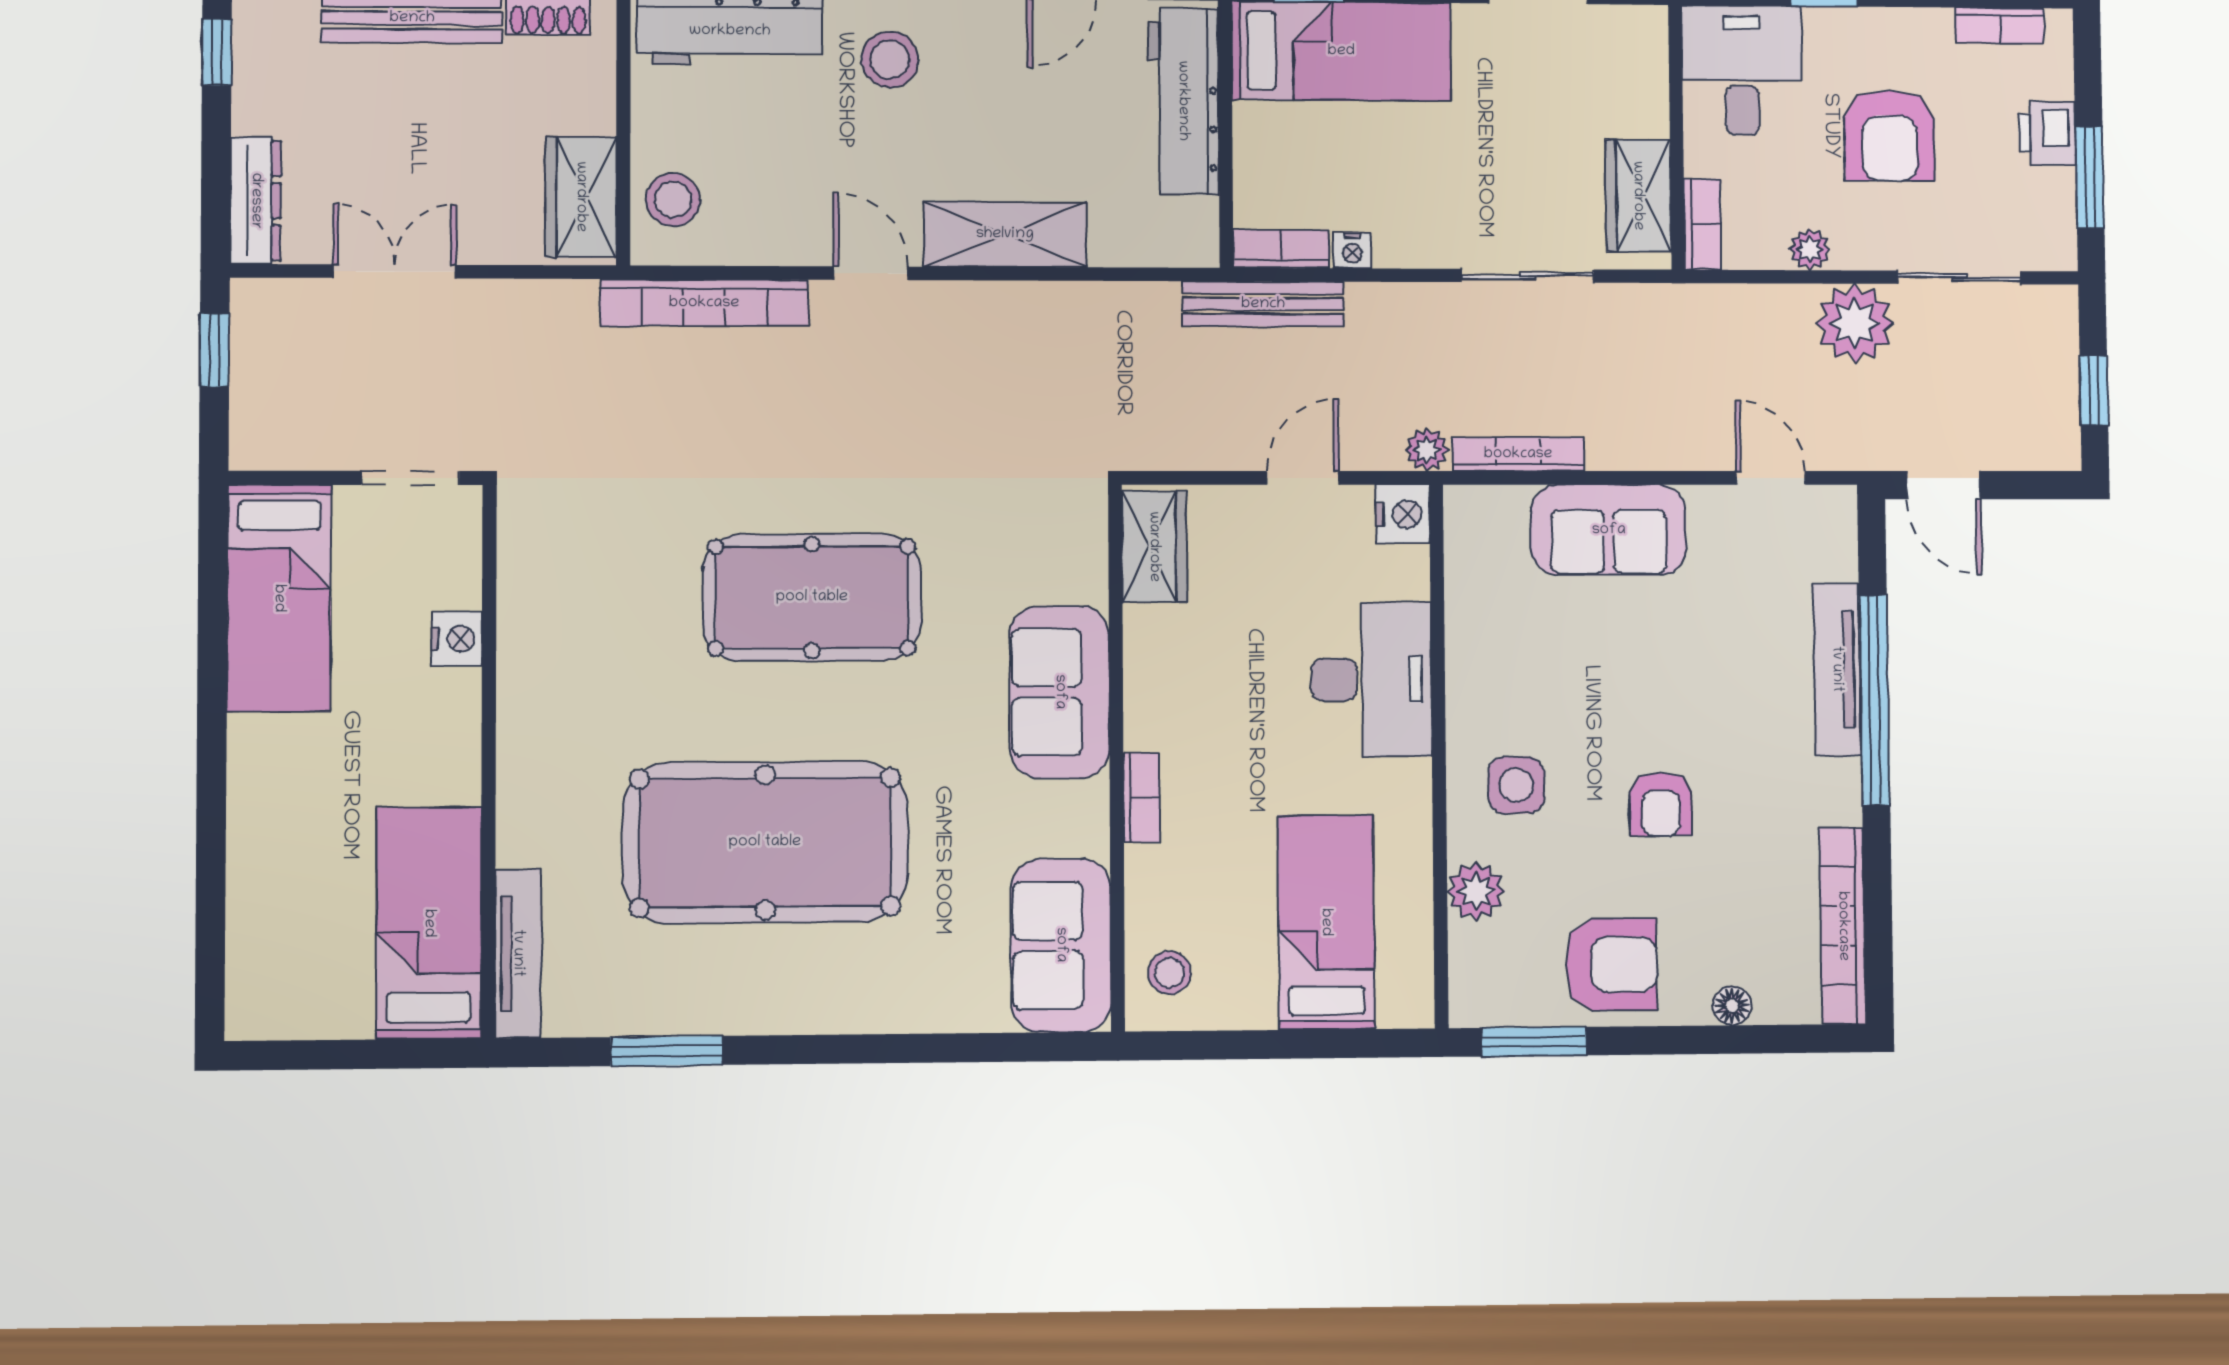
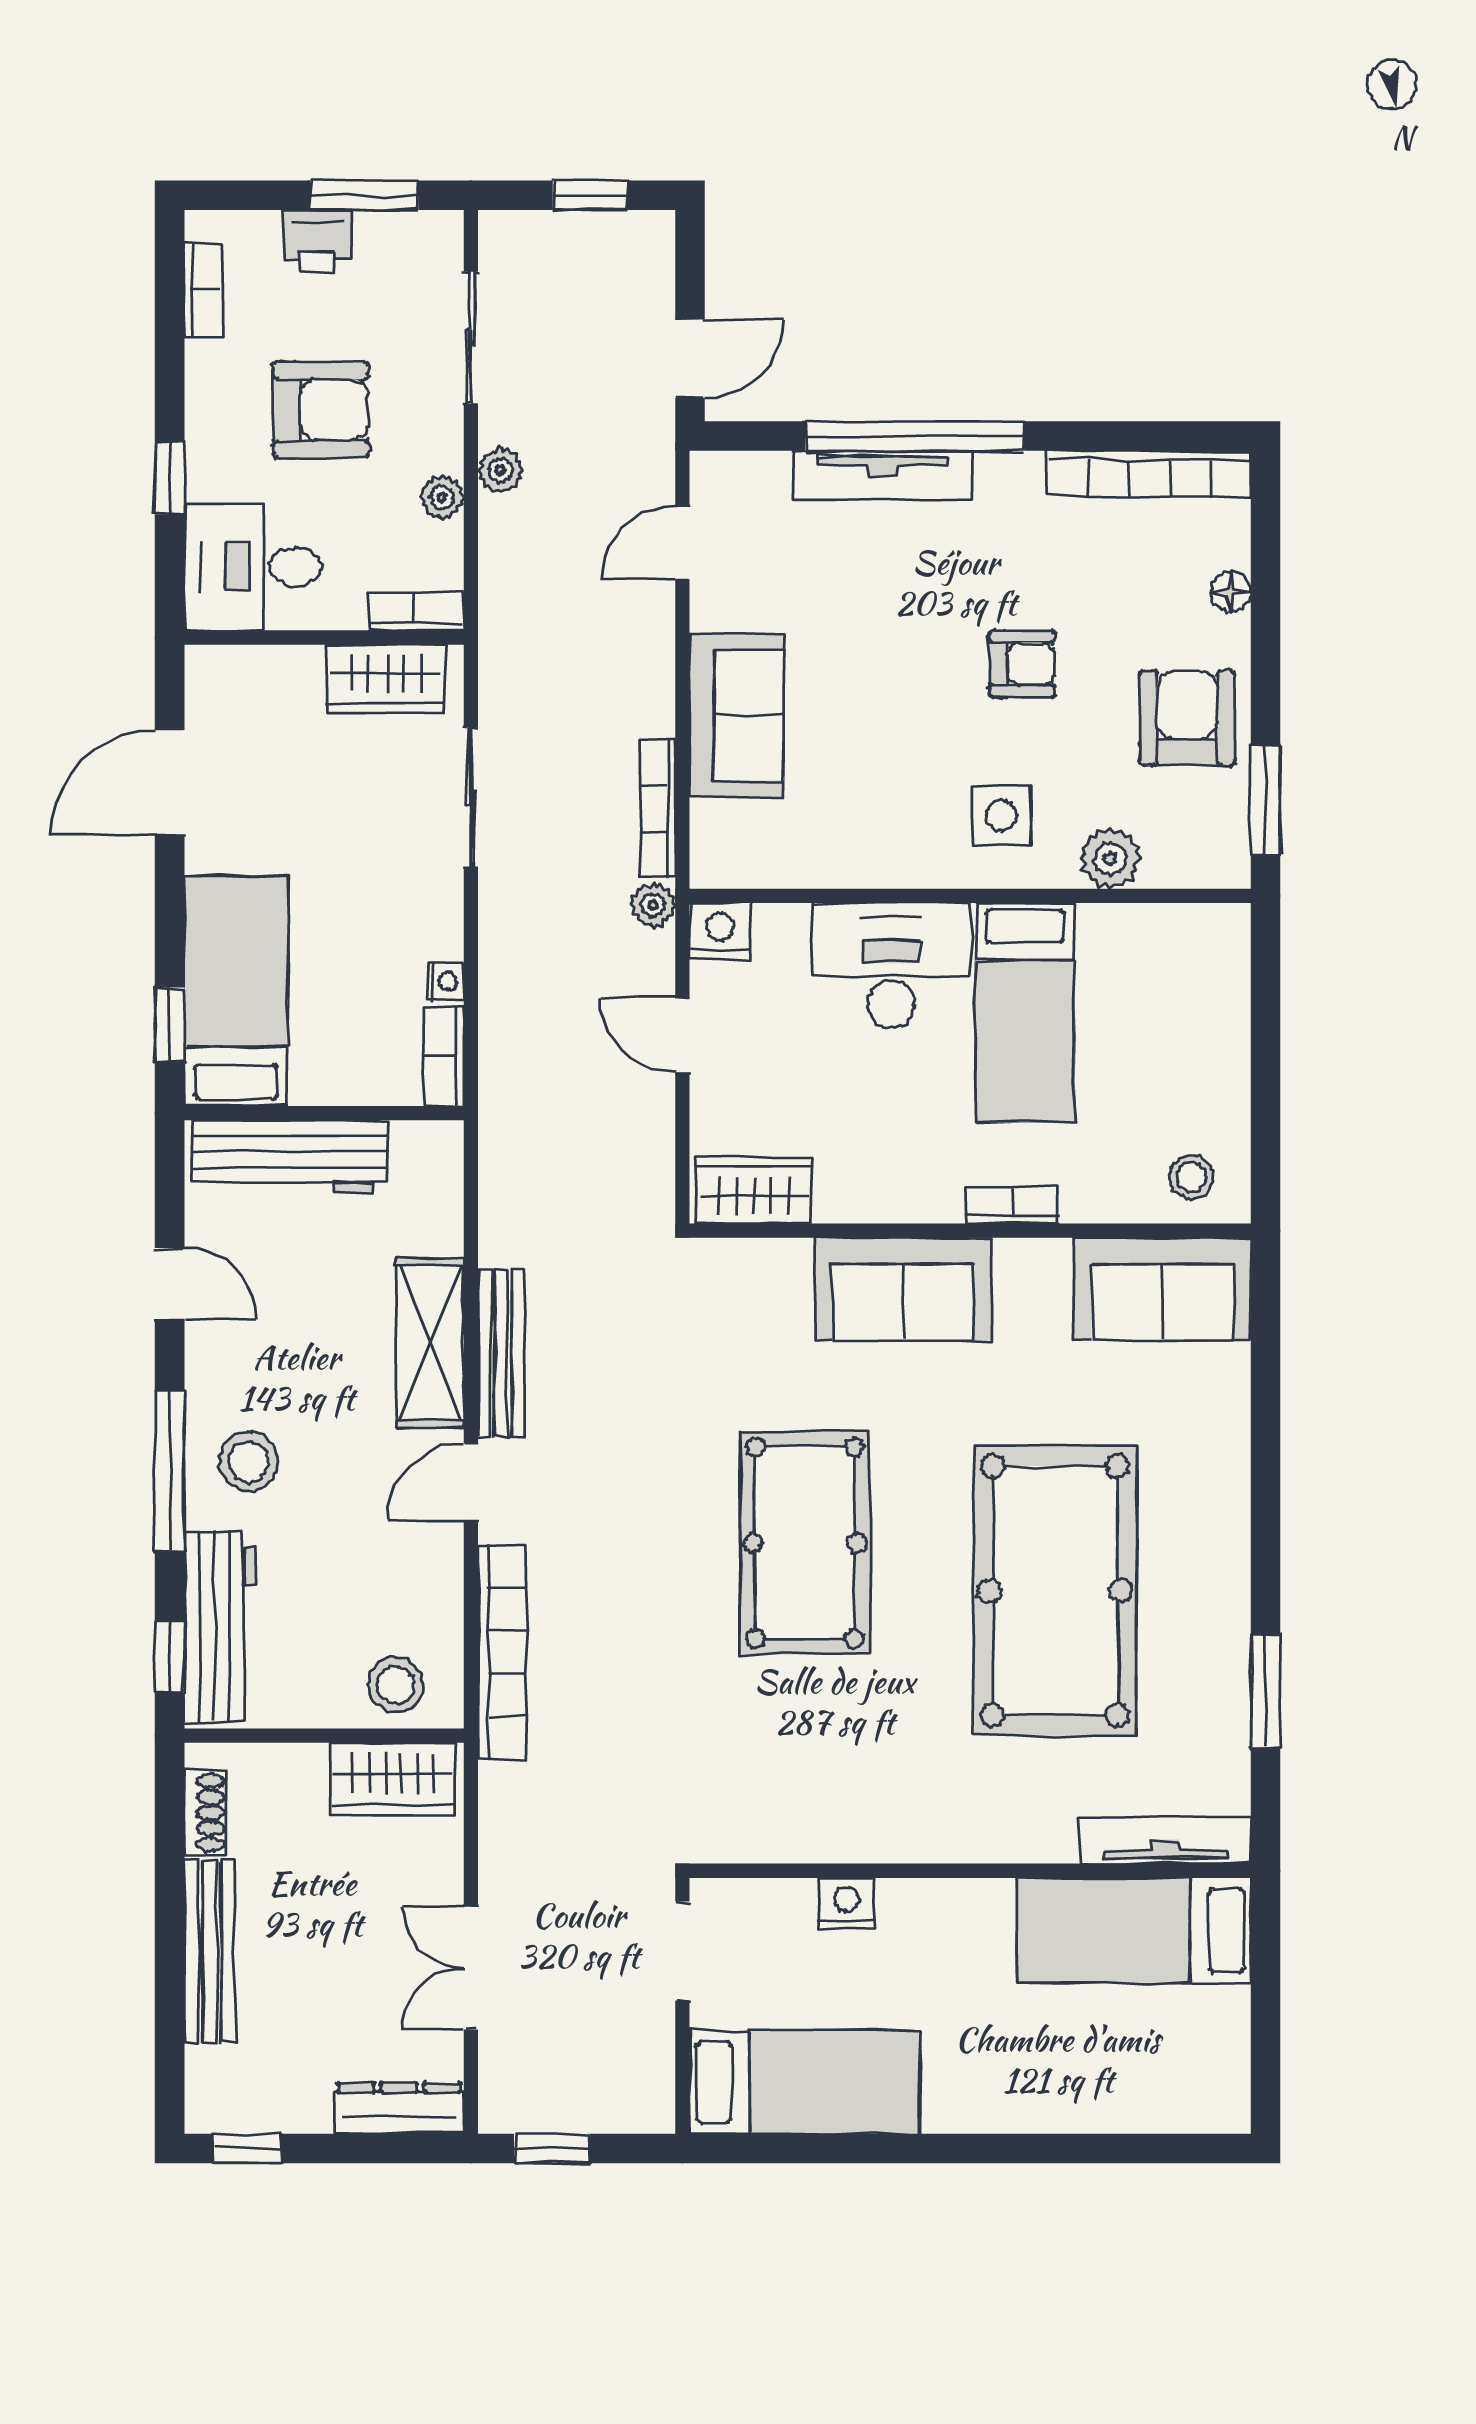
bench: (1263, 304) -> (502, 1354), moved
plant: (1855, 323) -> (500, 470), width x0.53, depth x0.53
bed: (1326, 922) -> (1025, 1013), moved, turned -90

